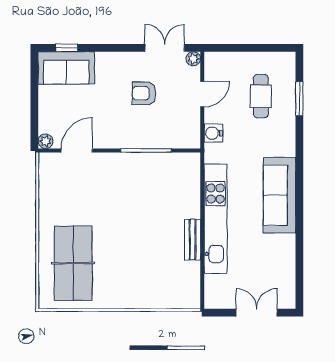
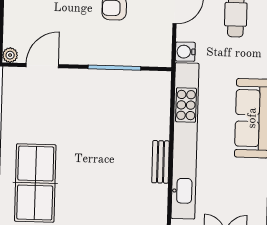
kitchen unit: (216, 219) -> (185, 141), width x1.36

